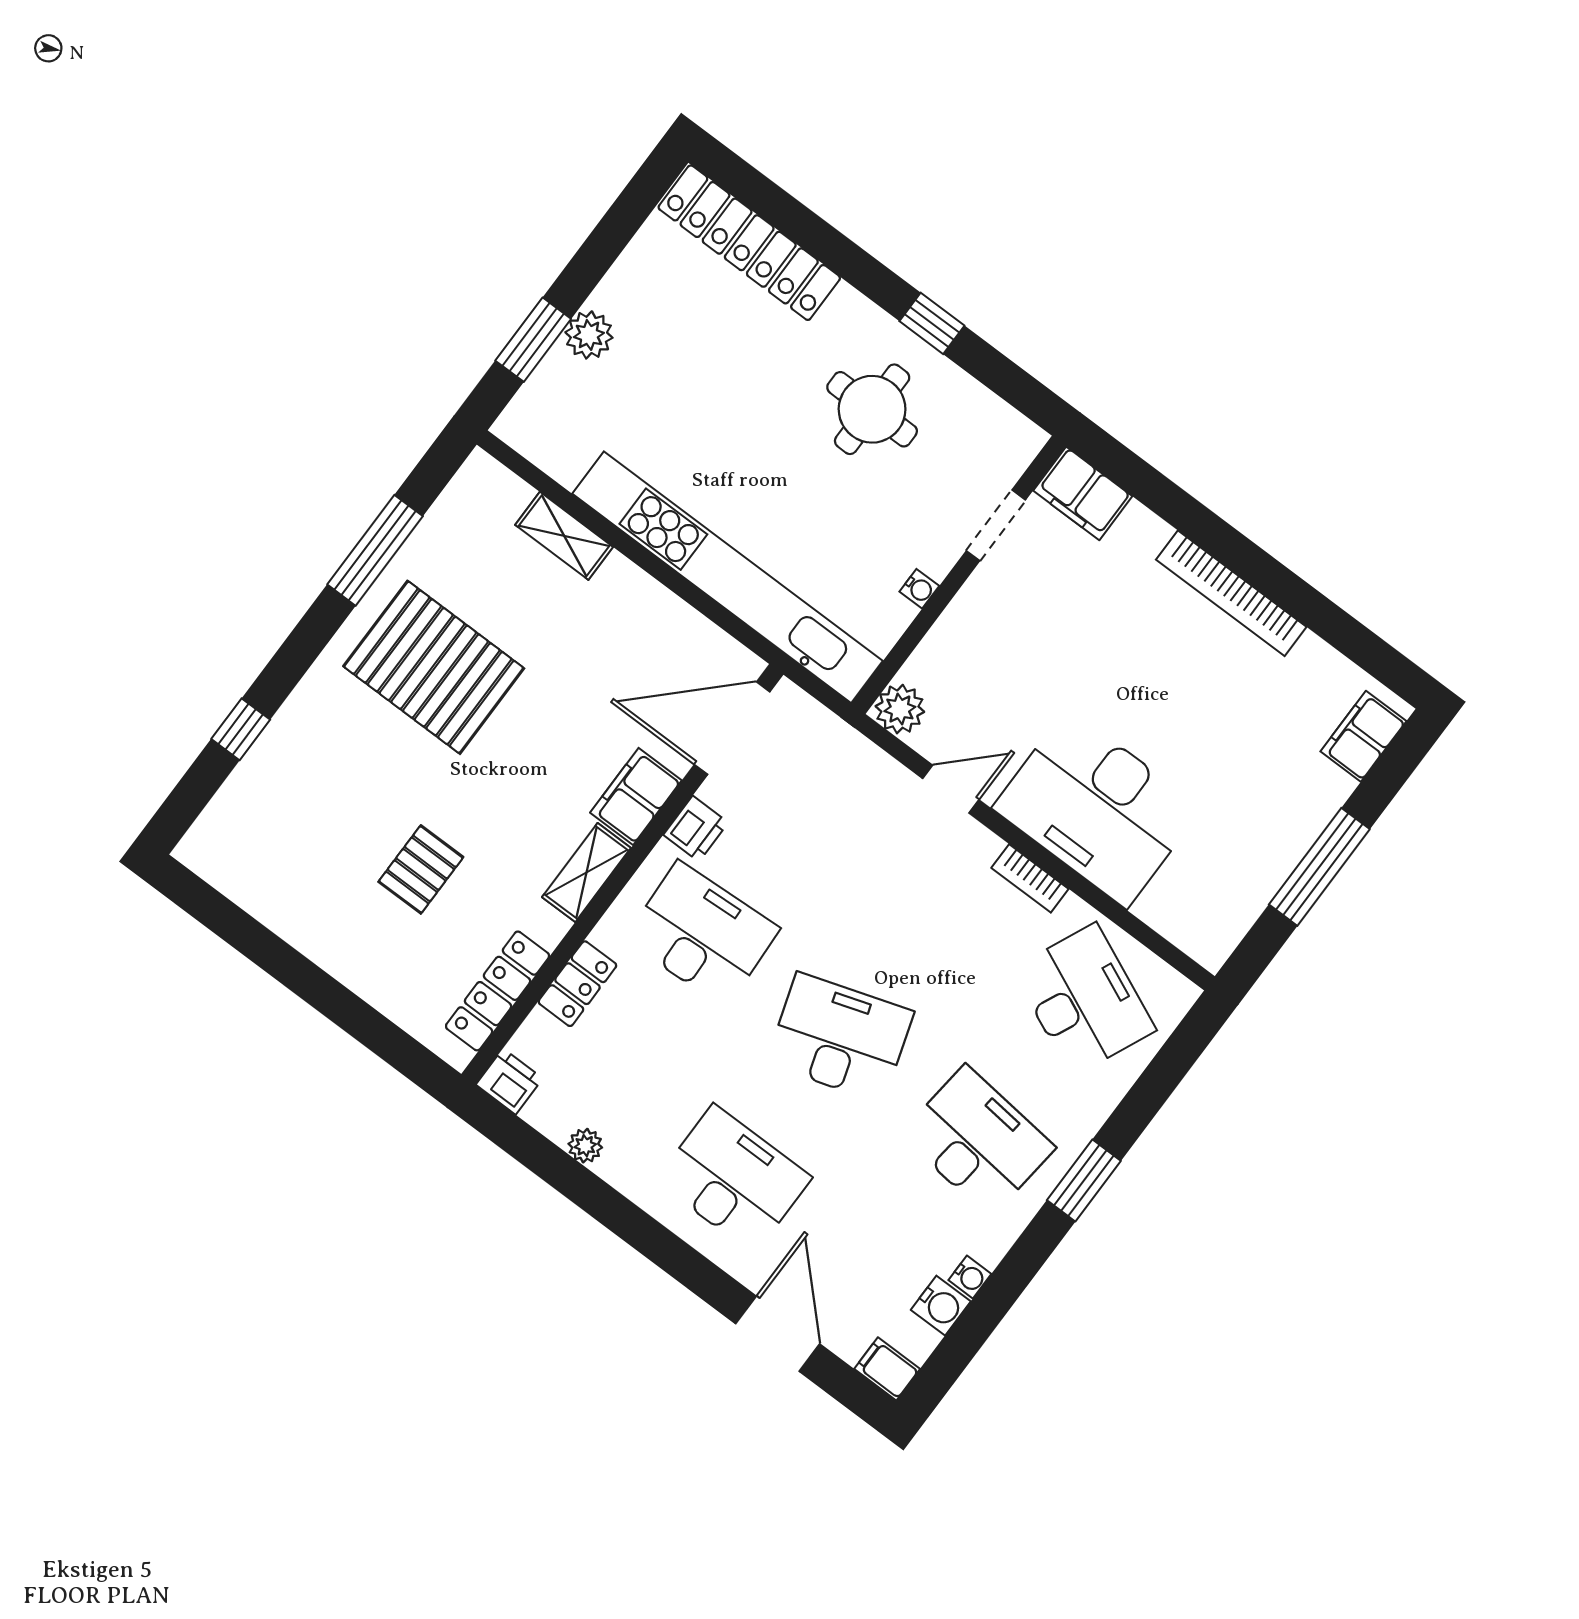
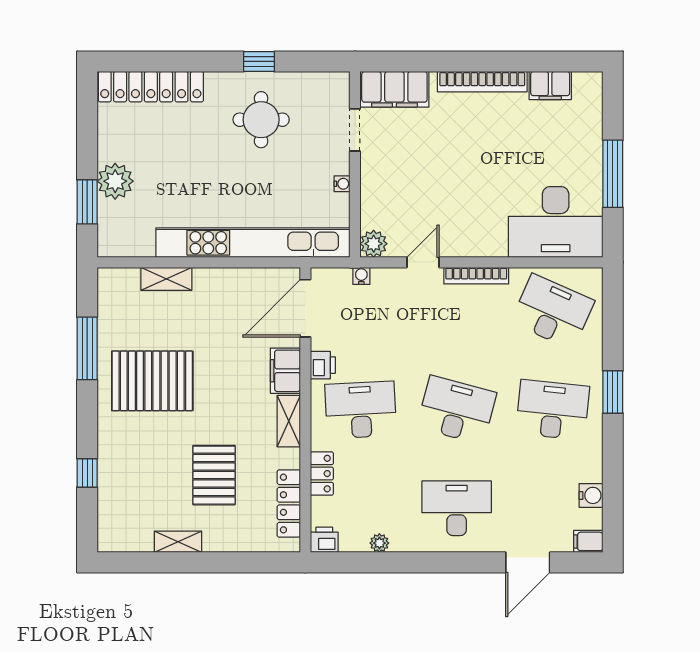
plant: (589, 335) -> (115, 181), width x1.36, depth x1.36
filing cabinet: (1083, 493) -> (394, 89), width x1.50, depth x1.17
filing cabinet: (1363, 736) -> (550, 86), moved, turned -90
desk: (1097, 808) -> (556, 222), moved
pallet: (421, 869) -> (214, 475), width x1.50, depth x1.42
bookcase: (1030, 878) -> (476, 276), width x1.56
shelving: (297, 927) -> (178, 542), added
desk: (840, 1038) -> (457, 410), turned 33
water cooler: (970, 1277) -> (361, 276), moved, turned -90
door: (778, 1334) -> (528, 562), swing flipped

